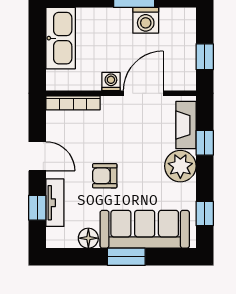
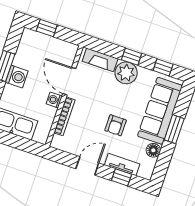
washing machine: (146, 20) -> (17, 77), moved
window: (205, 57) -> (47, 28), moved
bookcase: (73, 103) -> (64, 116), moved
window: (205, 143) -> (132, 57), moved

